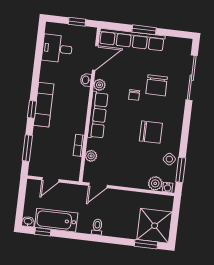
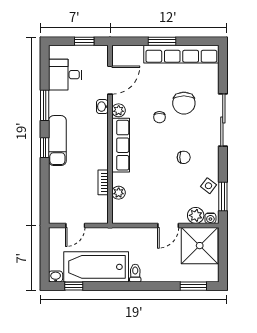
row of seats: (132, 40) -> (181, 54), moved
sliding door: (192, 78) -> (223, 120), moved
chair: (151, 132) -> (184, 157), width x0.54, depth x0.54
window: (27, 148) -> (45, 105), moved
door: (98, 185) -> (168, 225), moved
bathtub: (56, 220) -> (96, 267), width x1.36, depth x1.36
shower: (155, 226) -> (200, 246), moved

